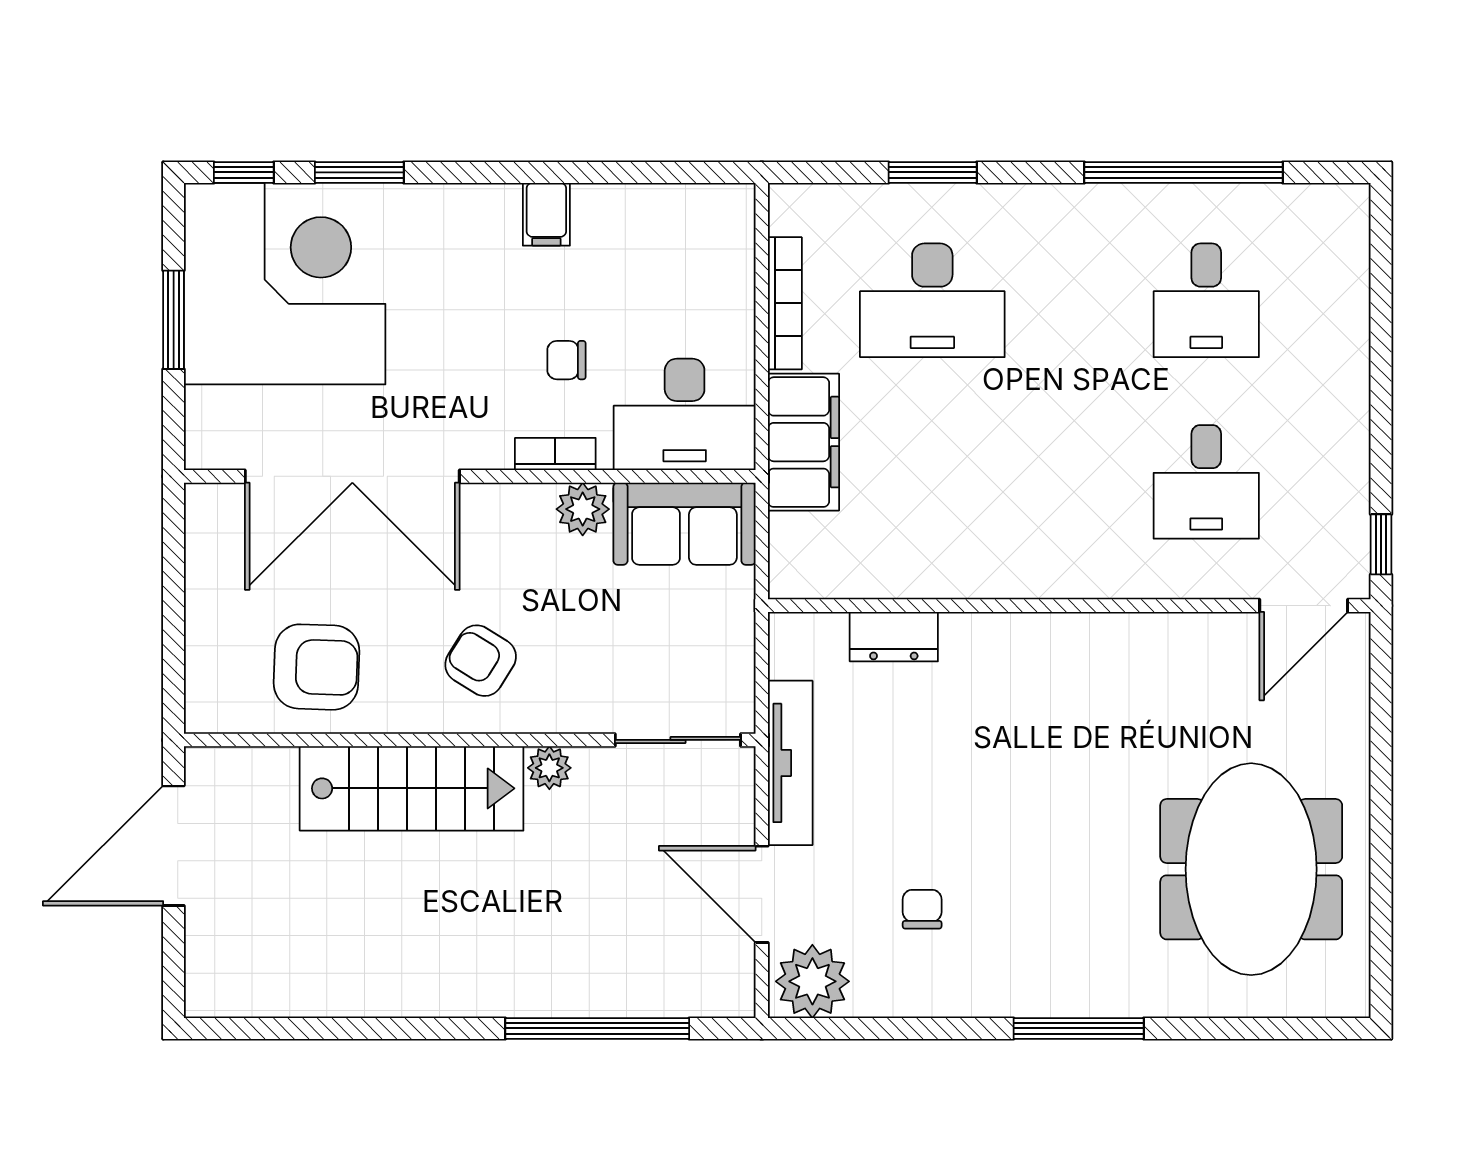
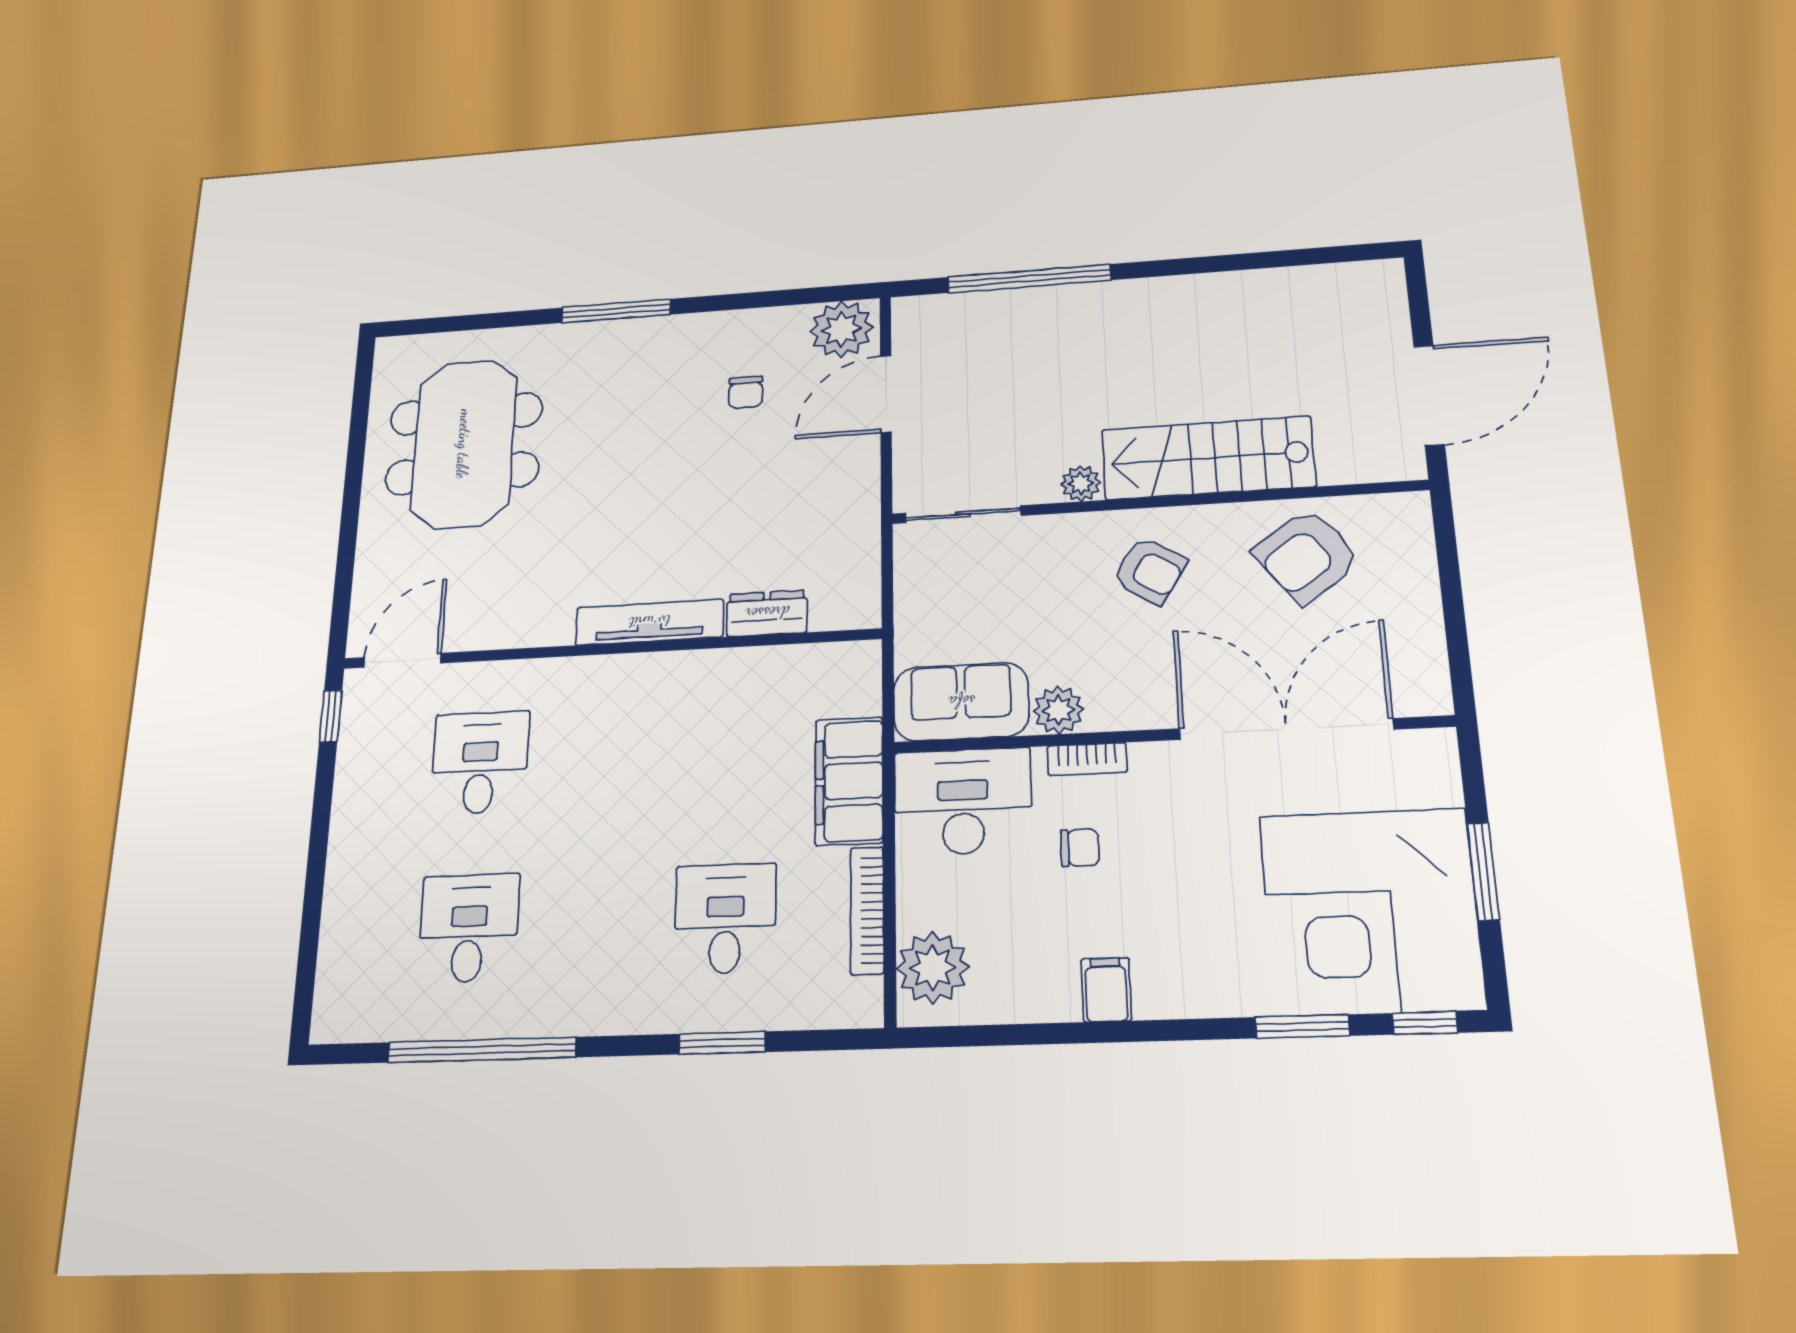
plant: (719, 242) -> (933, 968), added
desk: (932, 300) -> (725, 918), width x0.73
armchair: (316, 667) -> (1307, 556), turned -38
tv unit: (790, 763) -> (649, 622), moved, turned 90
door: (762, 894) -> (886, 394), swing flipped

